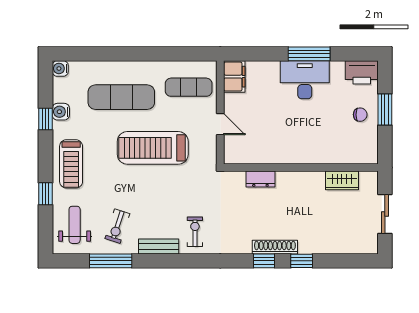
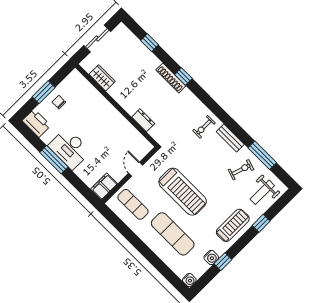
window: (302, 261) -> (150, 43), moved

